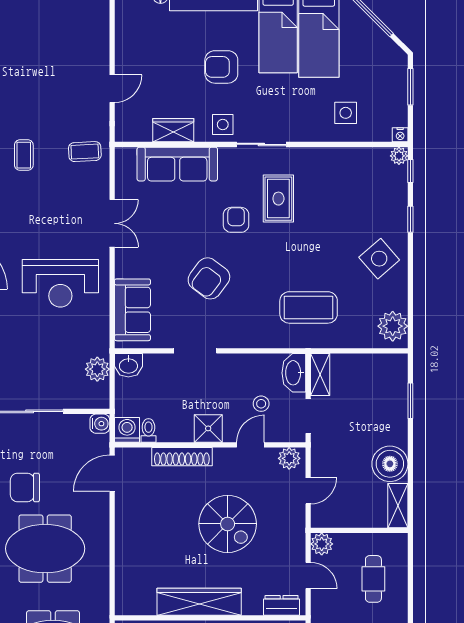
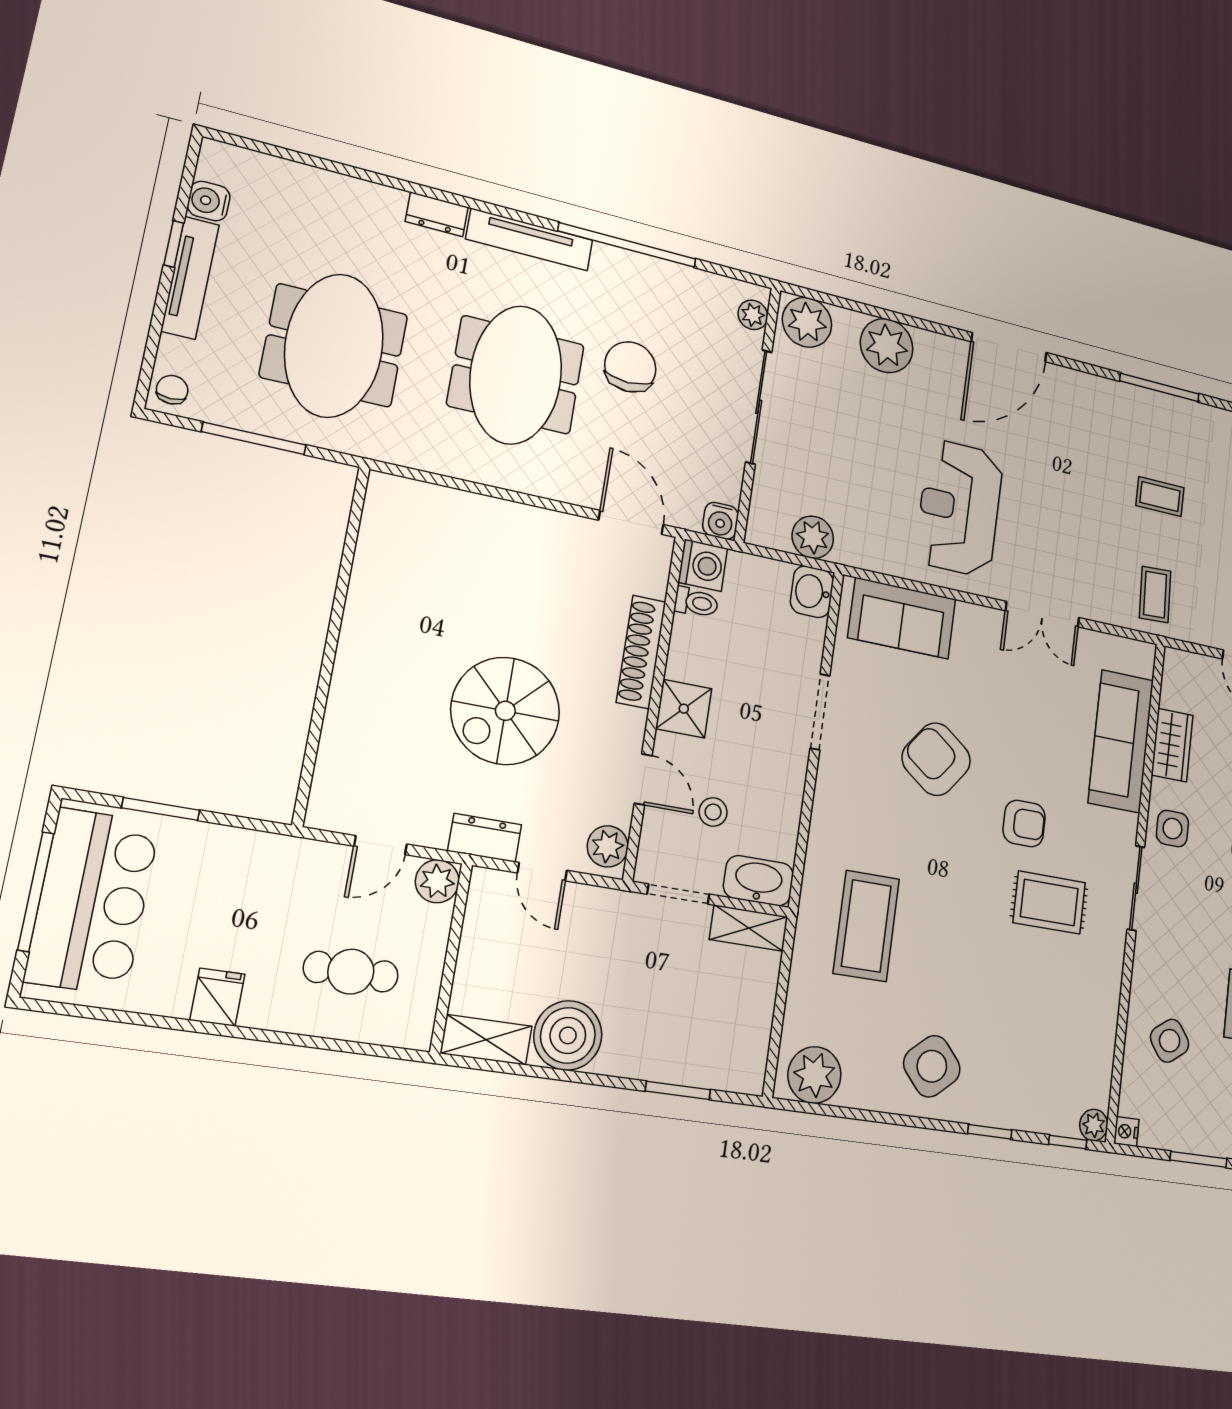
side table: (346, 113) -> (1170, 1041), turned -36
wardrobe: (199, 602) -> (367, 629), removed
dresser: (282, 605) -> (485, 838), moved, turned -90

